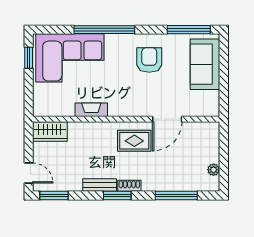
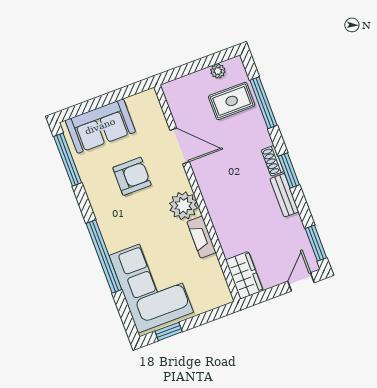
armchair: (149, 60) -> (132, 176), moved, turned 180
plant: (120, 105) -> (183, 206), added
rug: (134, 141) -> (232, 101), moved, turned 90

